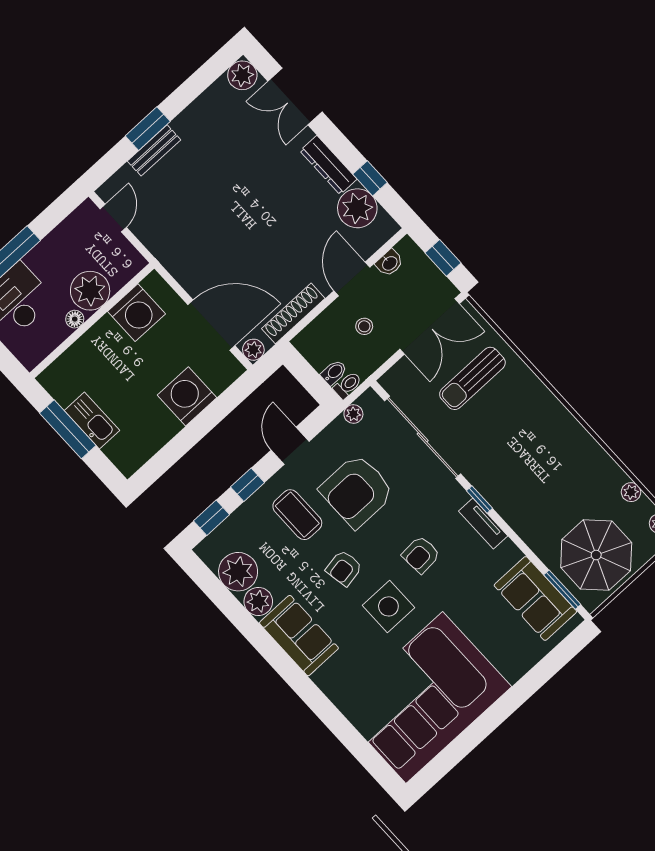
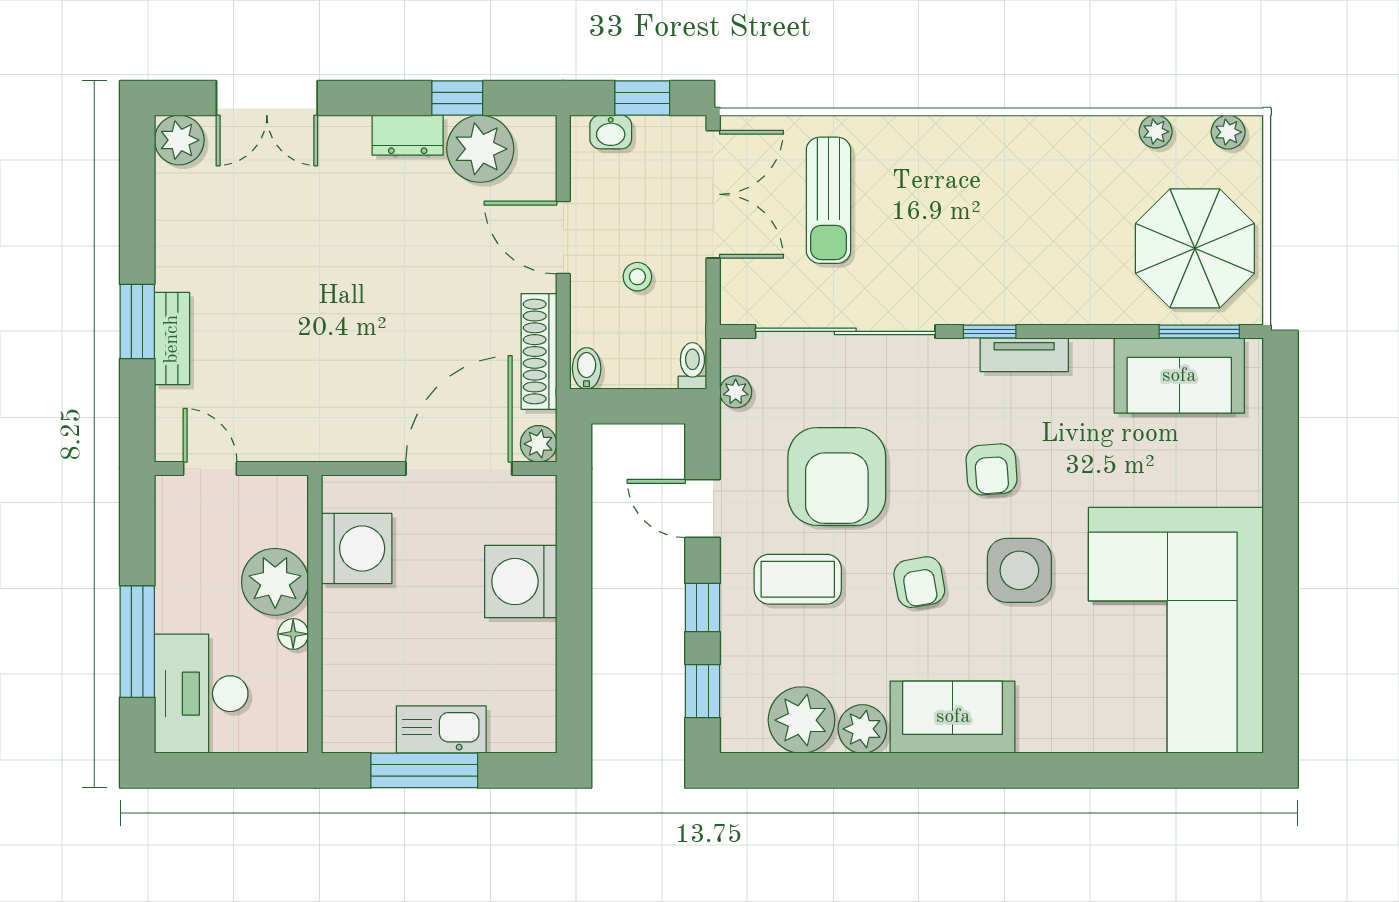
dresser: (328, 165) -> (408, 135), width x0.70
washbasin: (389, 263) -> (611, 132), moved, turned 90
bidet: (334, 372) -> (587, 368), moved

